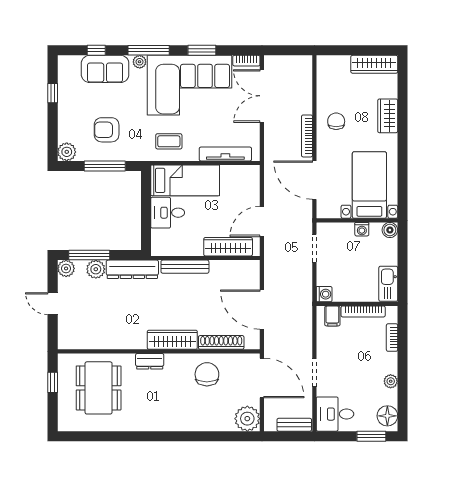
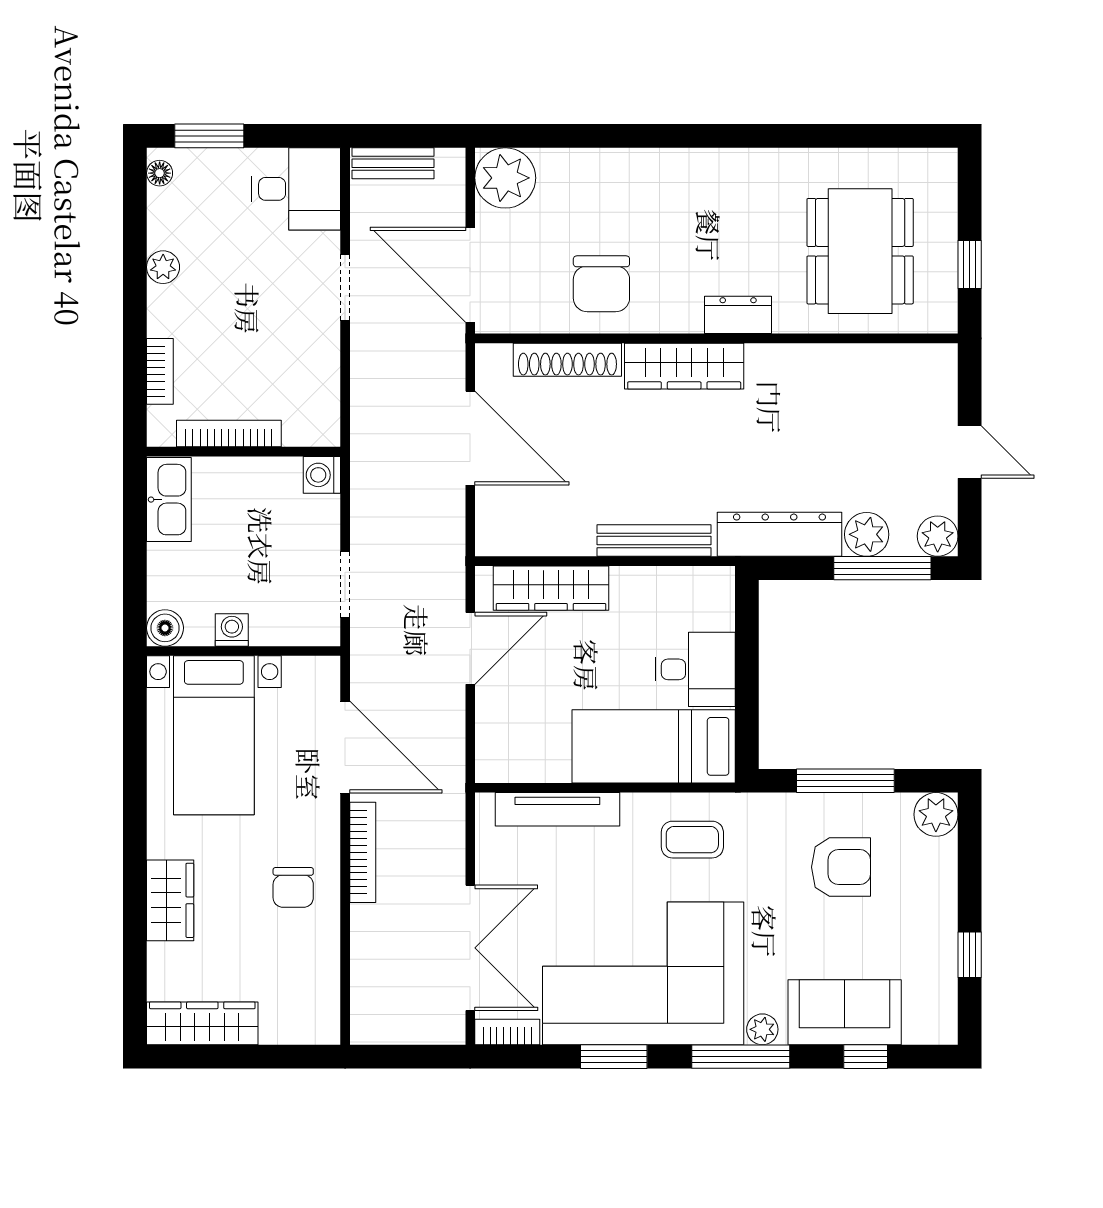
filing cabinet: (332, 316) -> (302, 423), removed
floor lamp: (387, 416) -> (160, 173), width x0.53, depth x0.53

